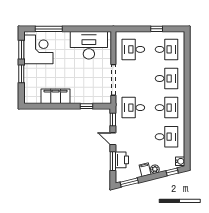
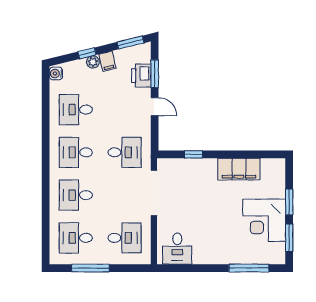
window: (157, 29) -> (90, 268), width x2.17
desk: (89, 45) -> (177, 249), width x0.53, depth x0.77
corner desk: (38, 49) -> (264, 220), moved
window: (113, 119) -> (155, 135), removed
window: (172, 172) -> (87, 53), moved

